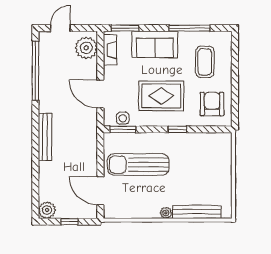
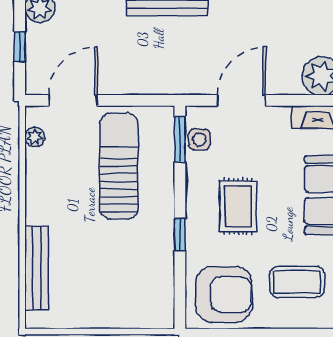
rug: (161, 96) -> (238, 206), width x0.73, depth x0.70
armchair: (212, 104) -> (224, 294), width x1.36, depth x1.36
plant: (166, 213) -> (35, 137), moved

